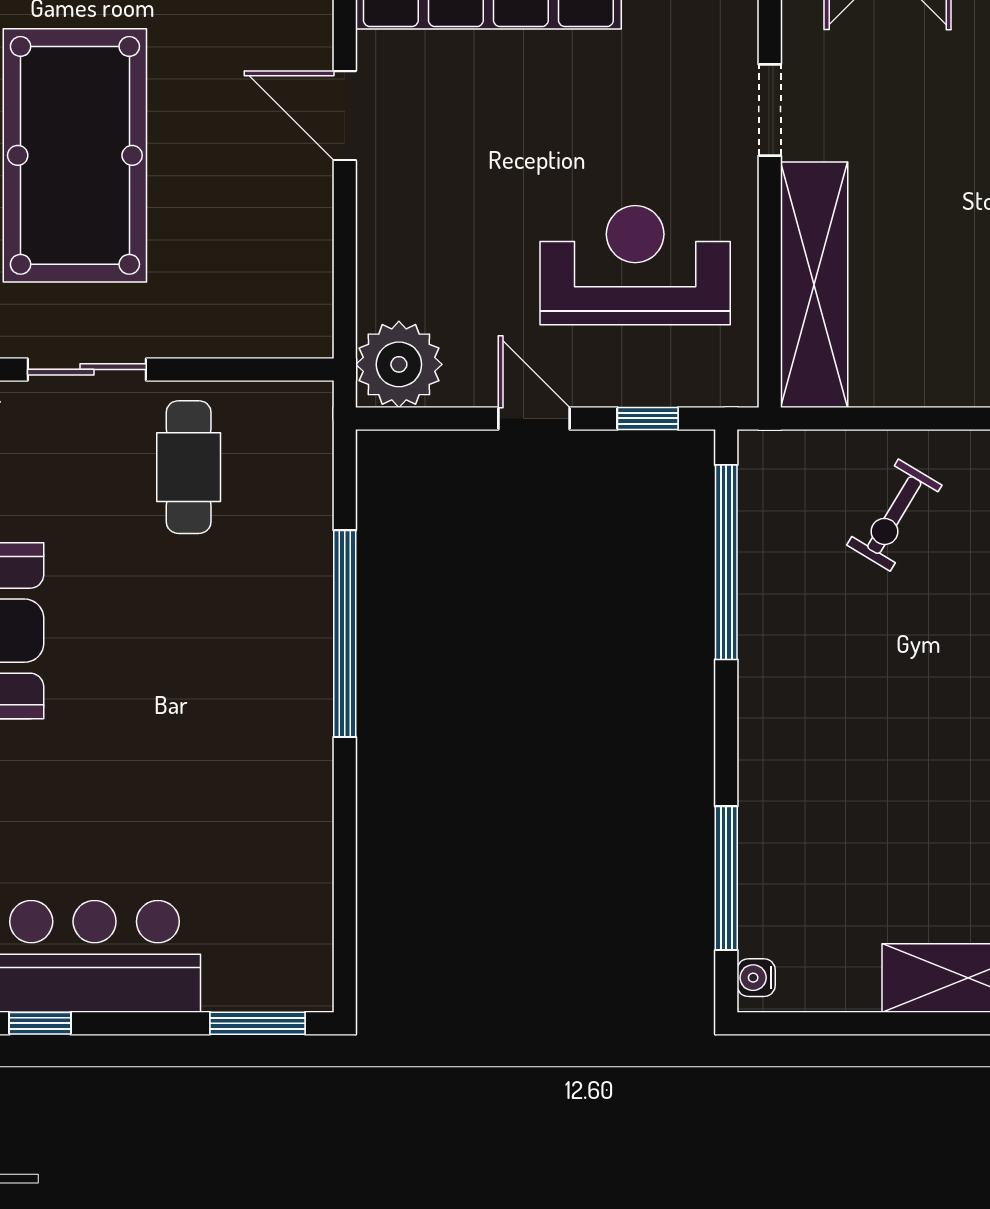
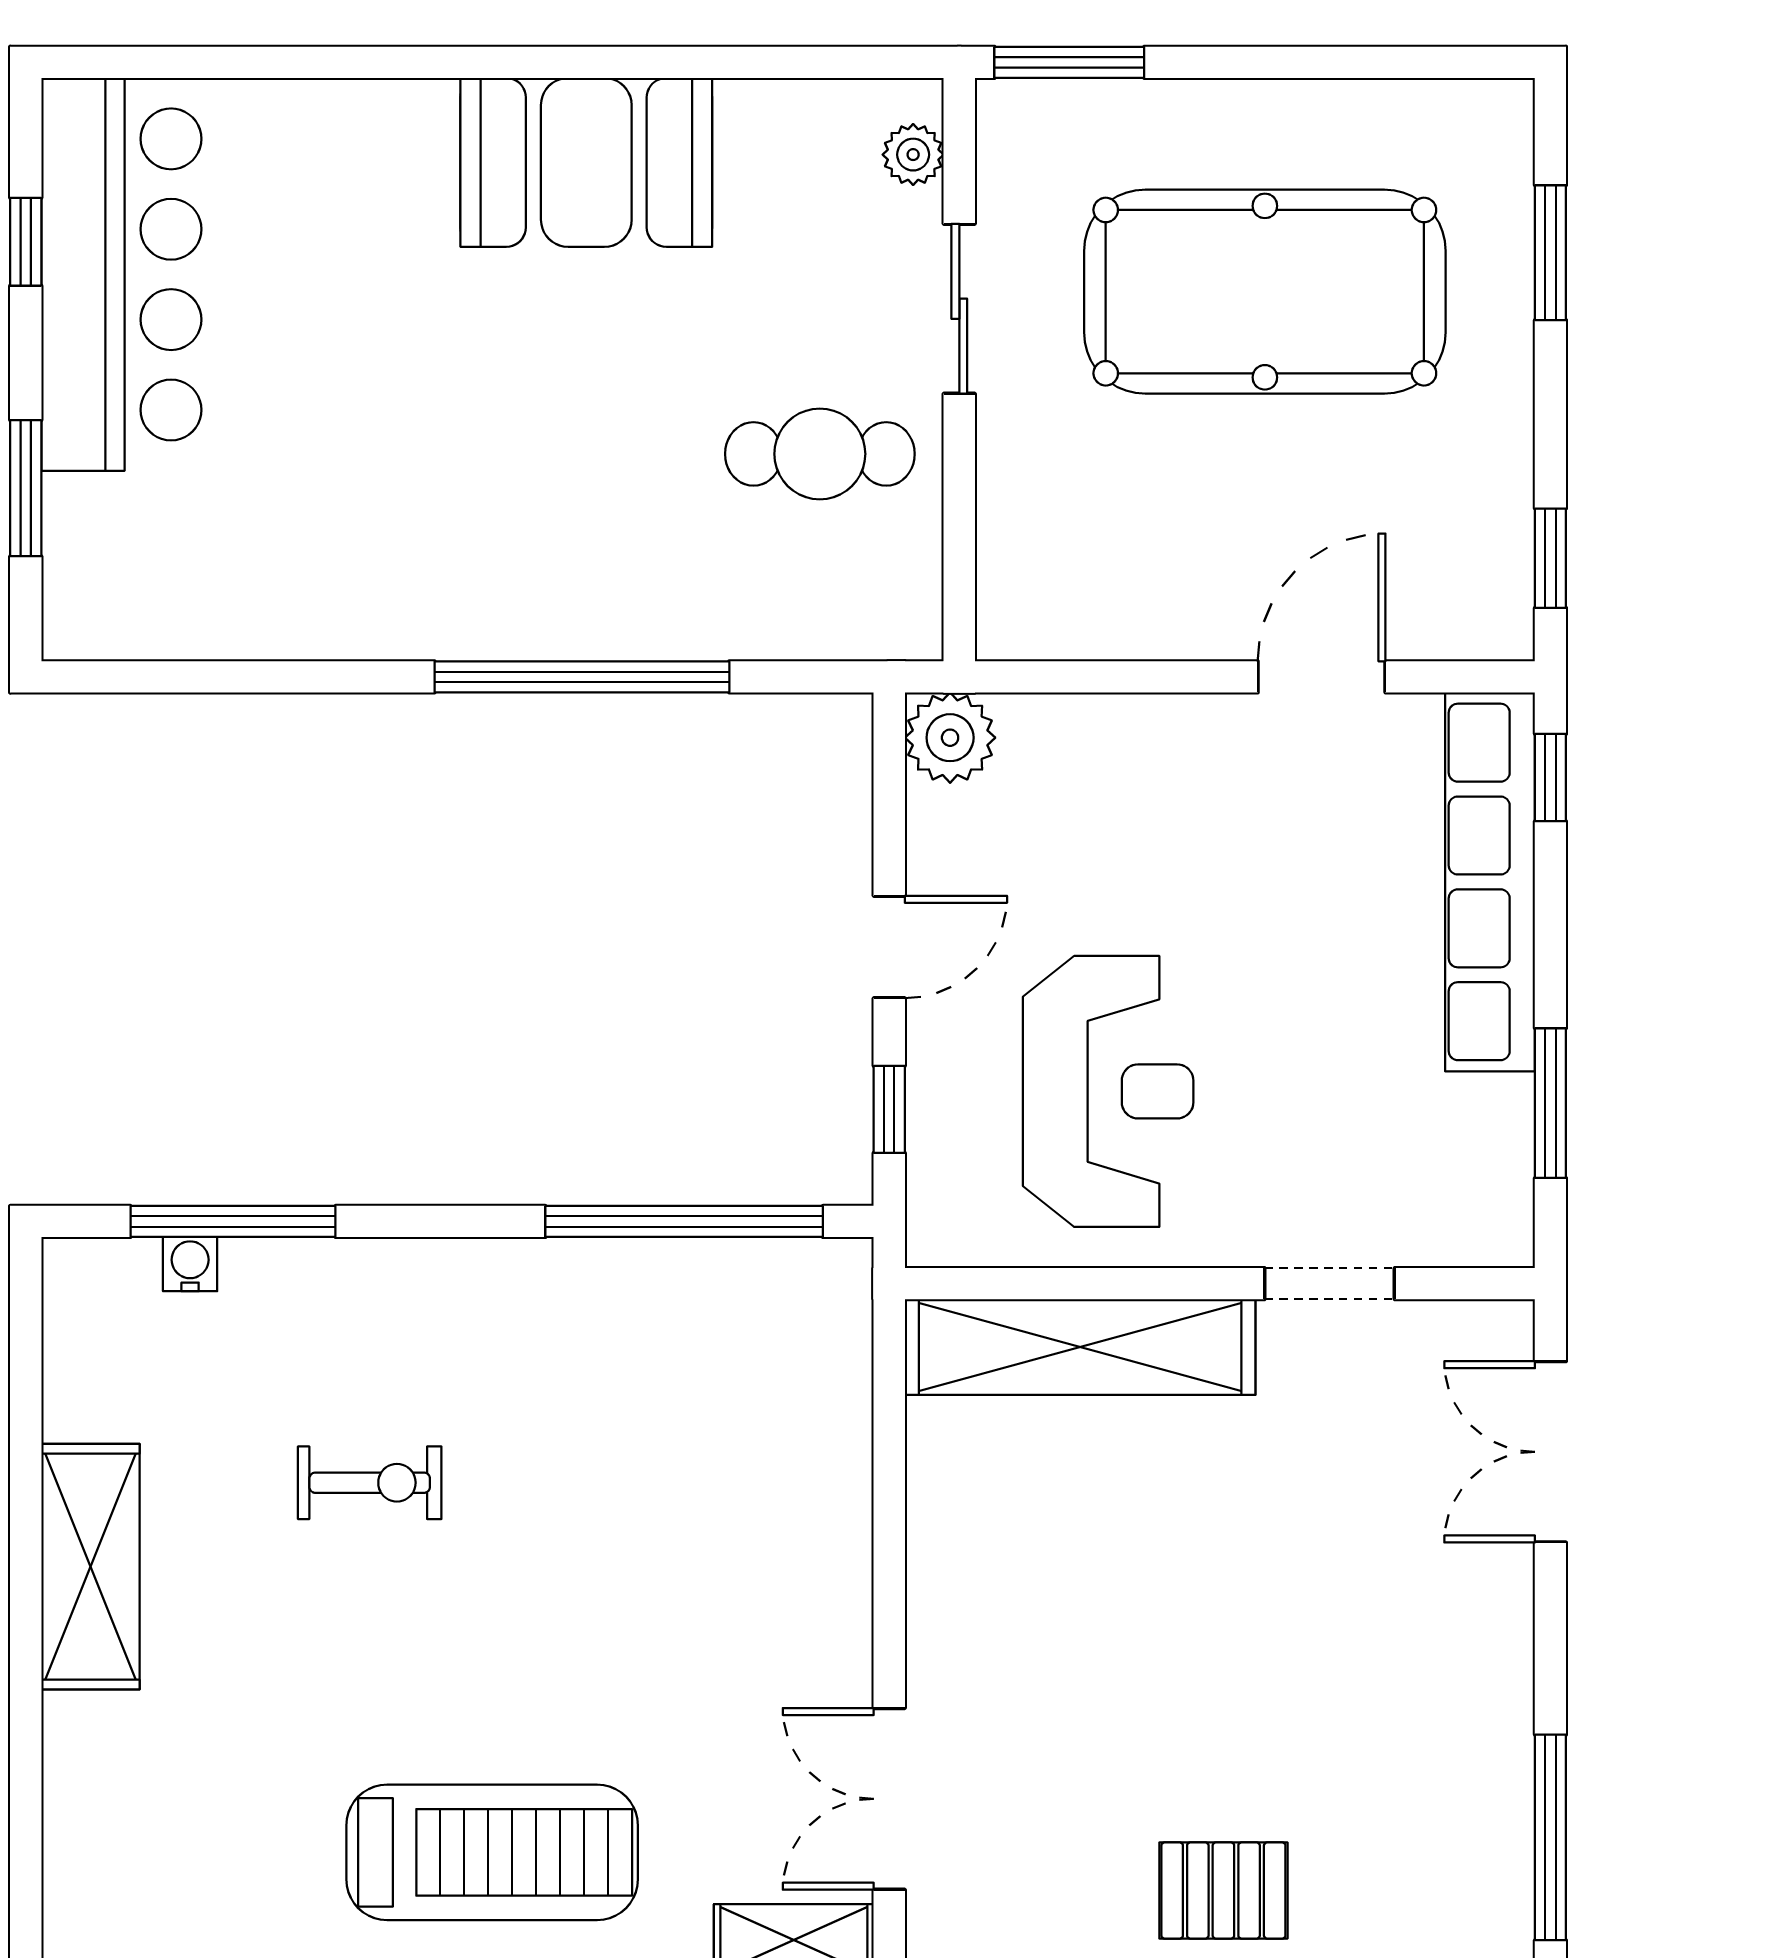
plant: (399, 364) -> (950, 738), width x0.73, depth x0.73
exercise bike: (894, 515) -> (370, 1483), moved, turned 149
water cooler: (756, 978) -> (190, 1264), moved
window: (258, 1023) -> (26, 488), moved

